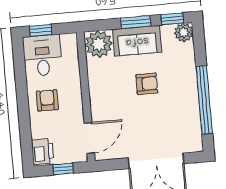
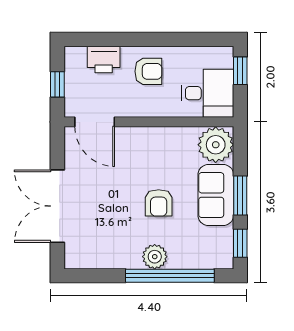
plant: (184, 33) -> (155, 257), moved
desk: (42, 55) -> (207, 93), moved
window: (204, 100) -> (170, 276), moved
printer: (43, 151) -> (104, 60), moved

